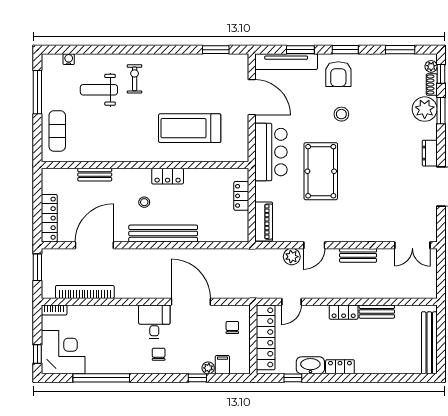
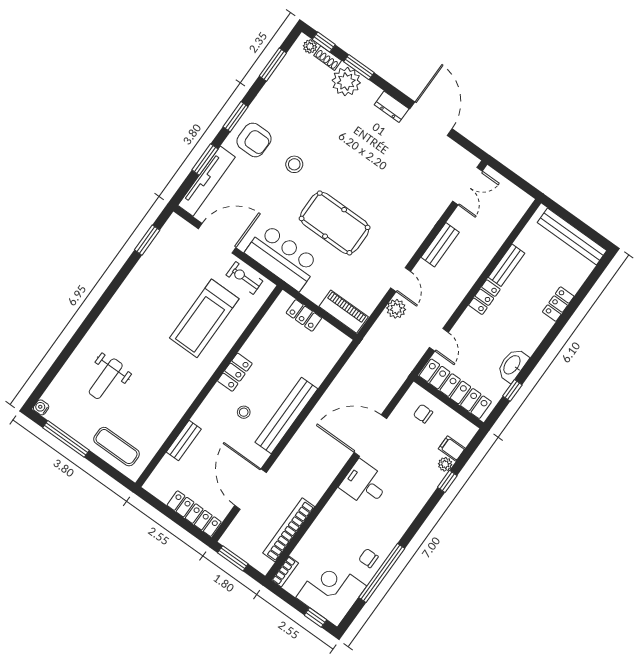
water cooler: (69, 59) -> (41, 407), moved
exercise bike: (135, 79) -> (244, 278), moved
chair: (159, 354) -> (368, 558), moved
locker: (340, 367) -> (558, 304), moved

